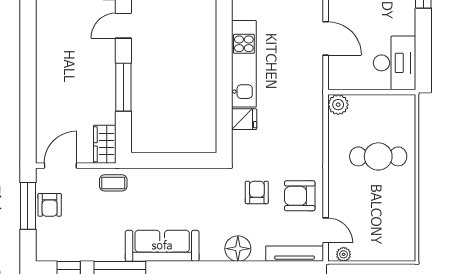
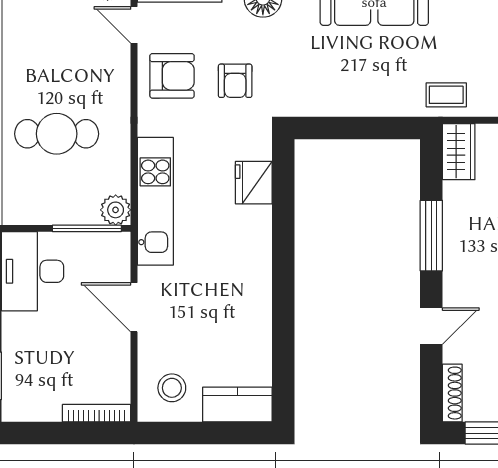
kitchen unit: (244, 64) -> (155, 201), moved, turned 180
window: (358, 92) -> (87, 228), added
fridge: (244, 119) -> (254, 183), width x1.38

